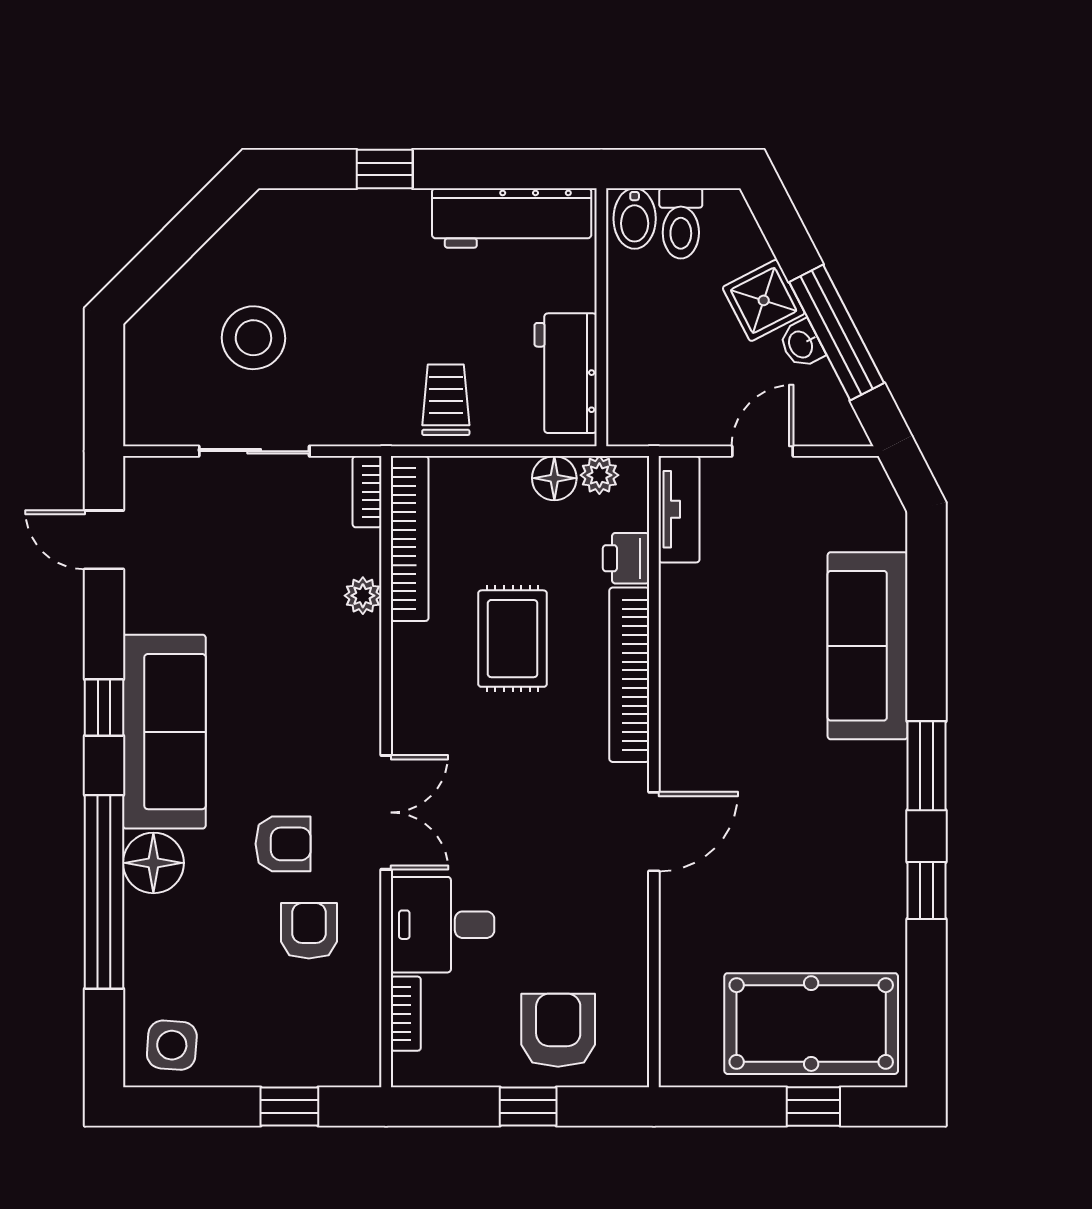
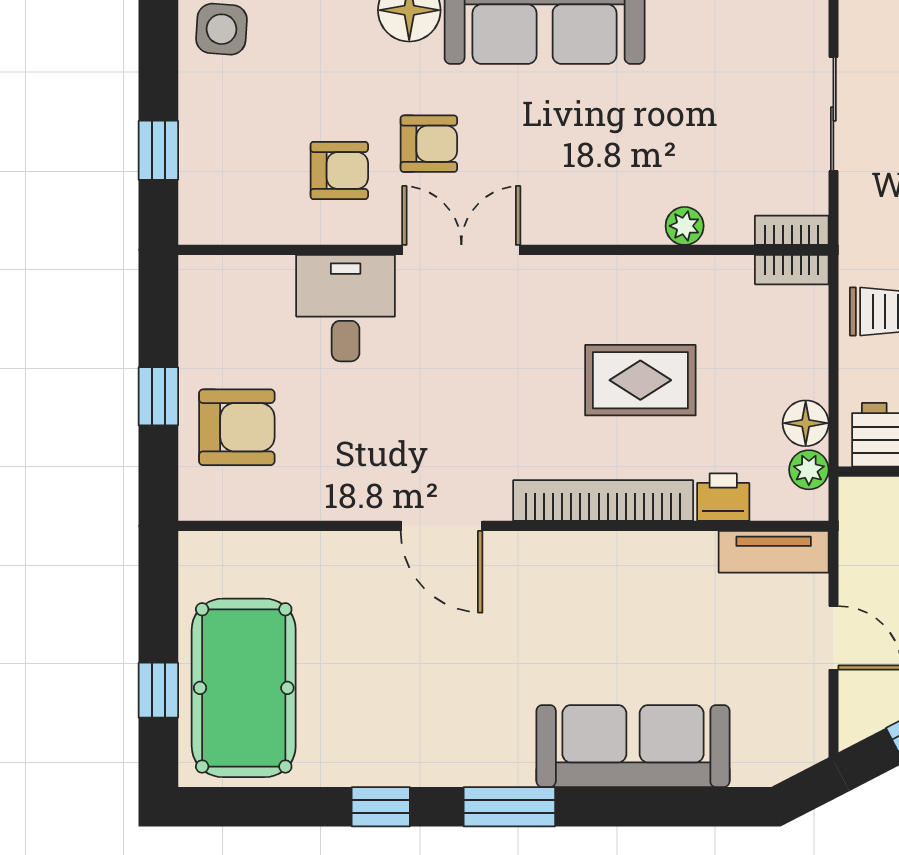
bookcase: (410, 539) -> (792, 270), width x0.43, depth x0.76
double door: (386, 812) -> (461, 250), swing flipped
armchair: (283, 844) -> (429, 144), turned -90
bookcase: (406, 1014) -> (254, 270), removed

